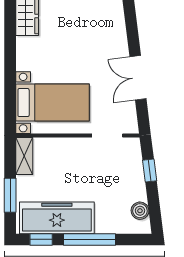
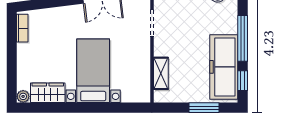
bed with nightstands: (52, 103) -> (93, 71), moved
shelving: (24, 156) -> (161, 73), moved, turned 90

